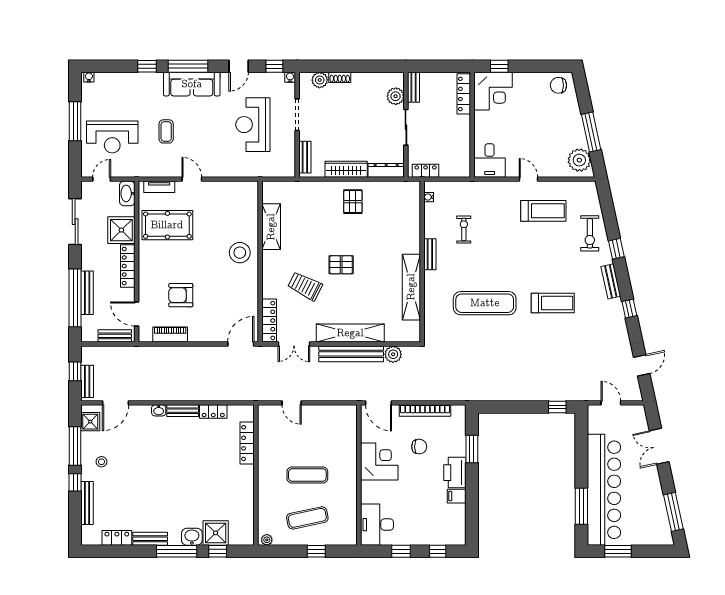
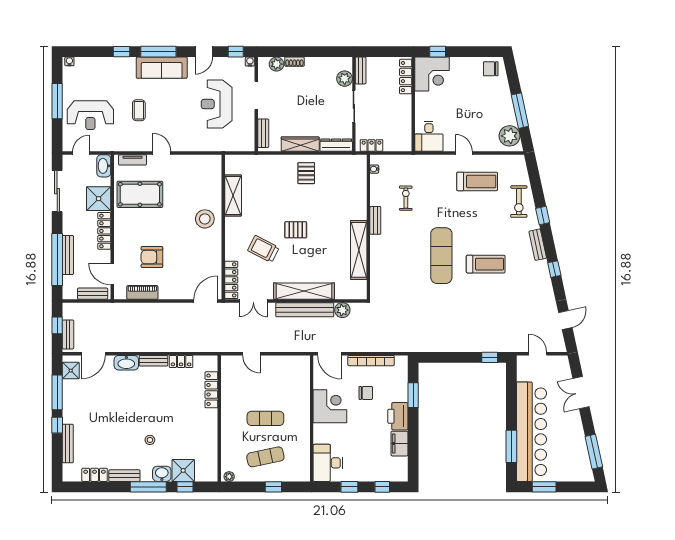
exercise mat: (485, 303) -> (441, 256), moved, turned 90
washbasin: (159, 410) -> (126, 363), width x1.91, depth x1.45
stool: (101, 462) -> (150, 440), moved
filing cabinet: (457, 496) -> (399, 444), width x2.00

